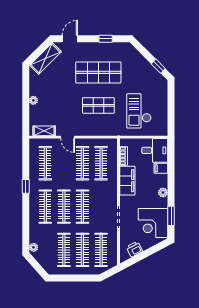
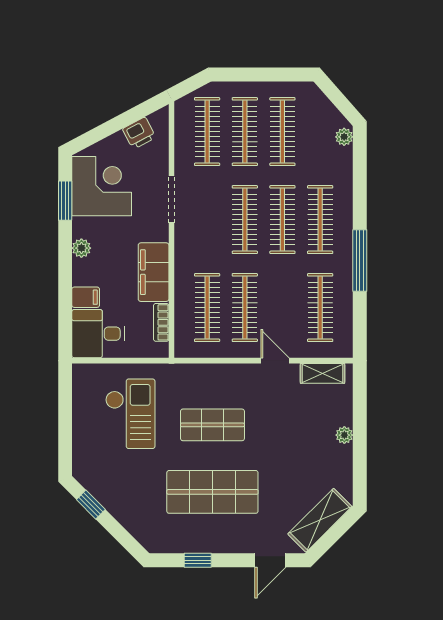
window: (26, 186) -> (360, 260), width x2.17

